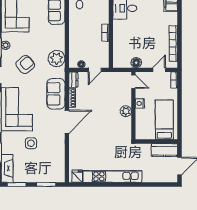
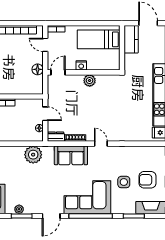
armchair: (25, 65) -> (148, 180), moved, turned -49
door: (67, 122) -> (101, 144), width x0.53

